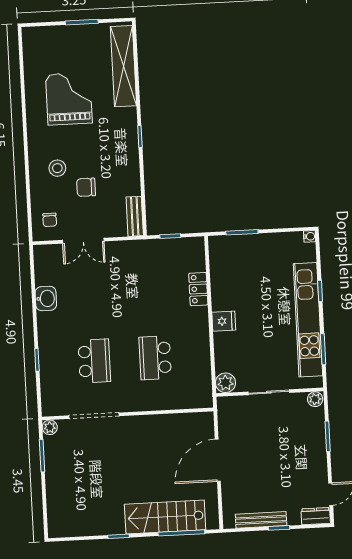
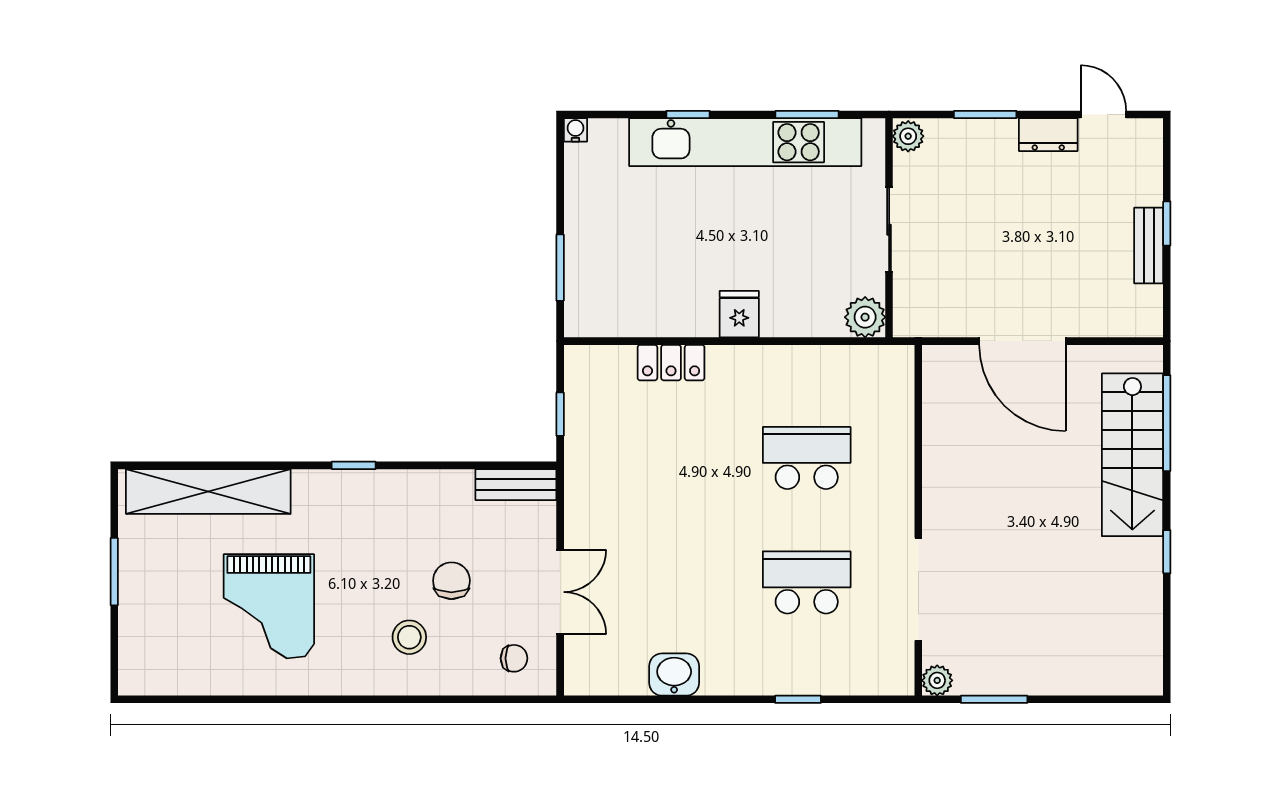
grand piano: (69, 99) -> (269, 606), turned -90
chair: (86, 187) -> (451, 581), turned 180
school desk: (155, 358) -> (807, 458), turned 180
dresser: (316, 516) -> (1048, 135), moved, turned -90
bench: (261, 520) -> (1149, 246), width x0.73

